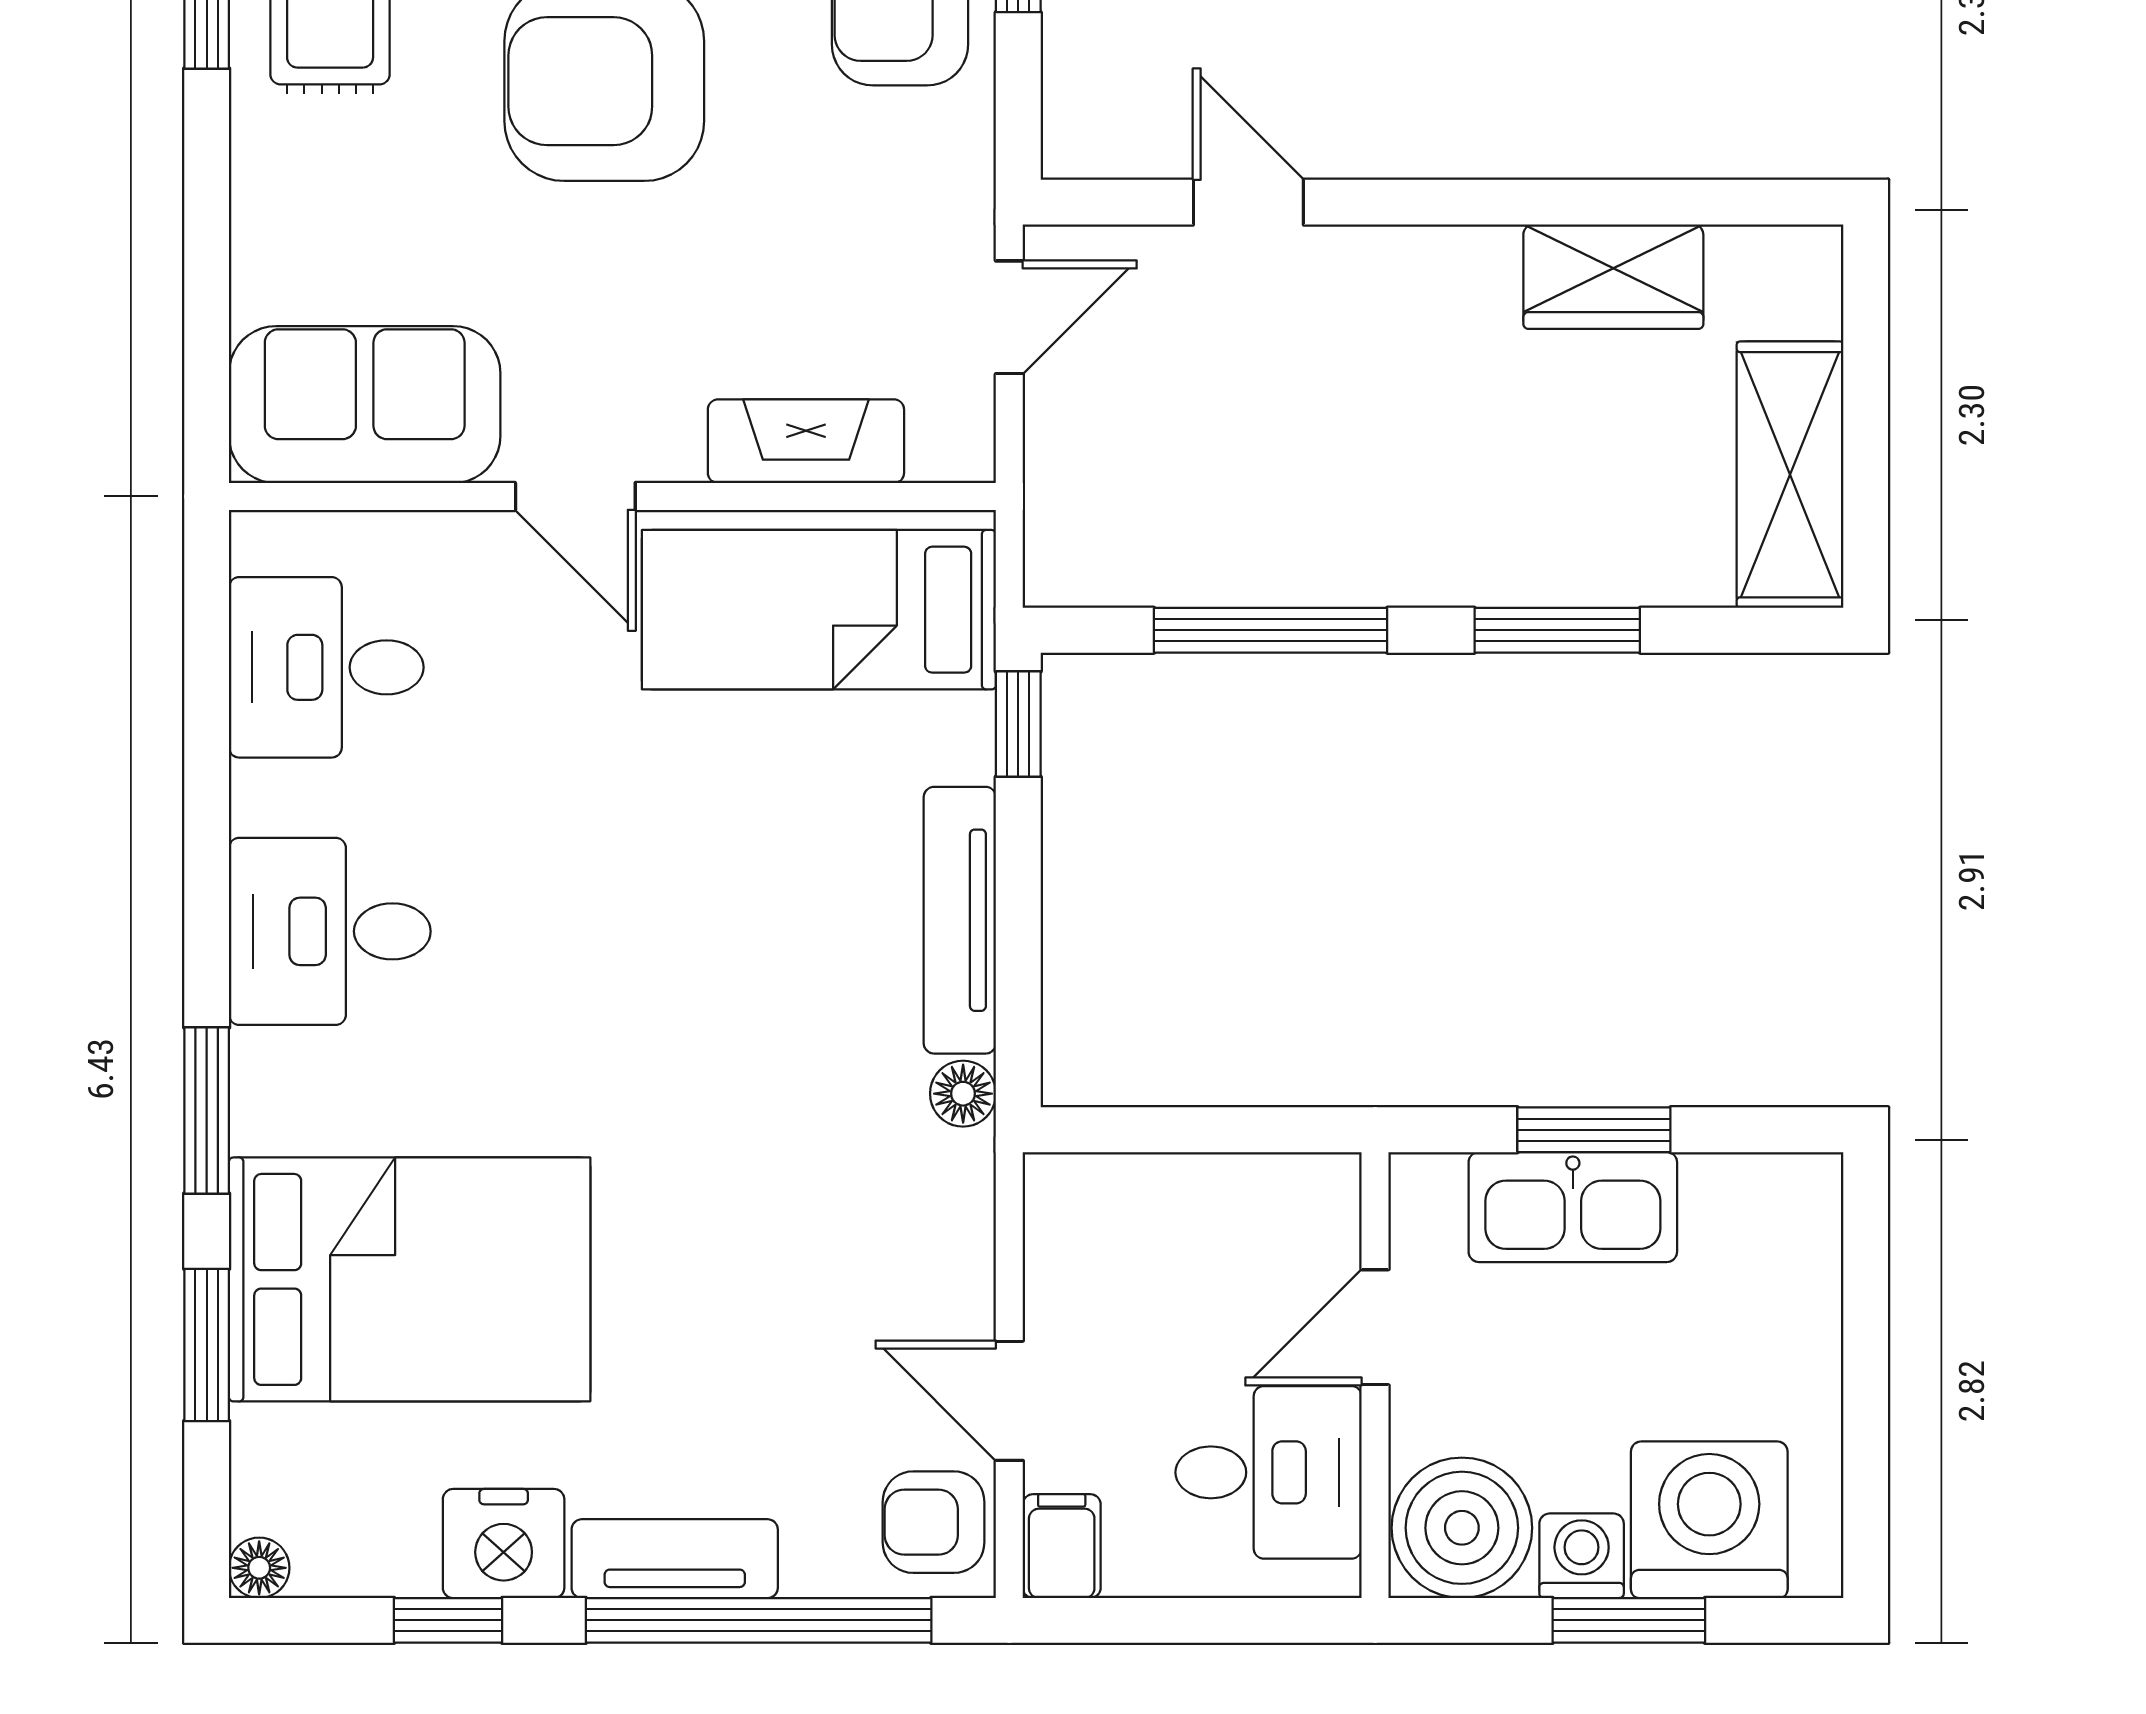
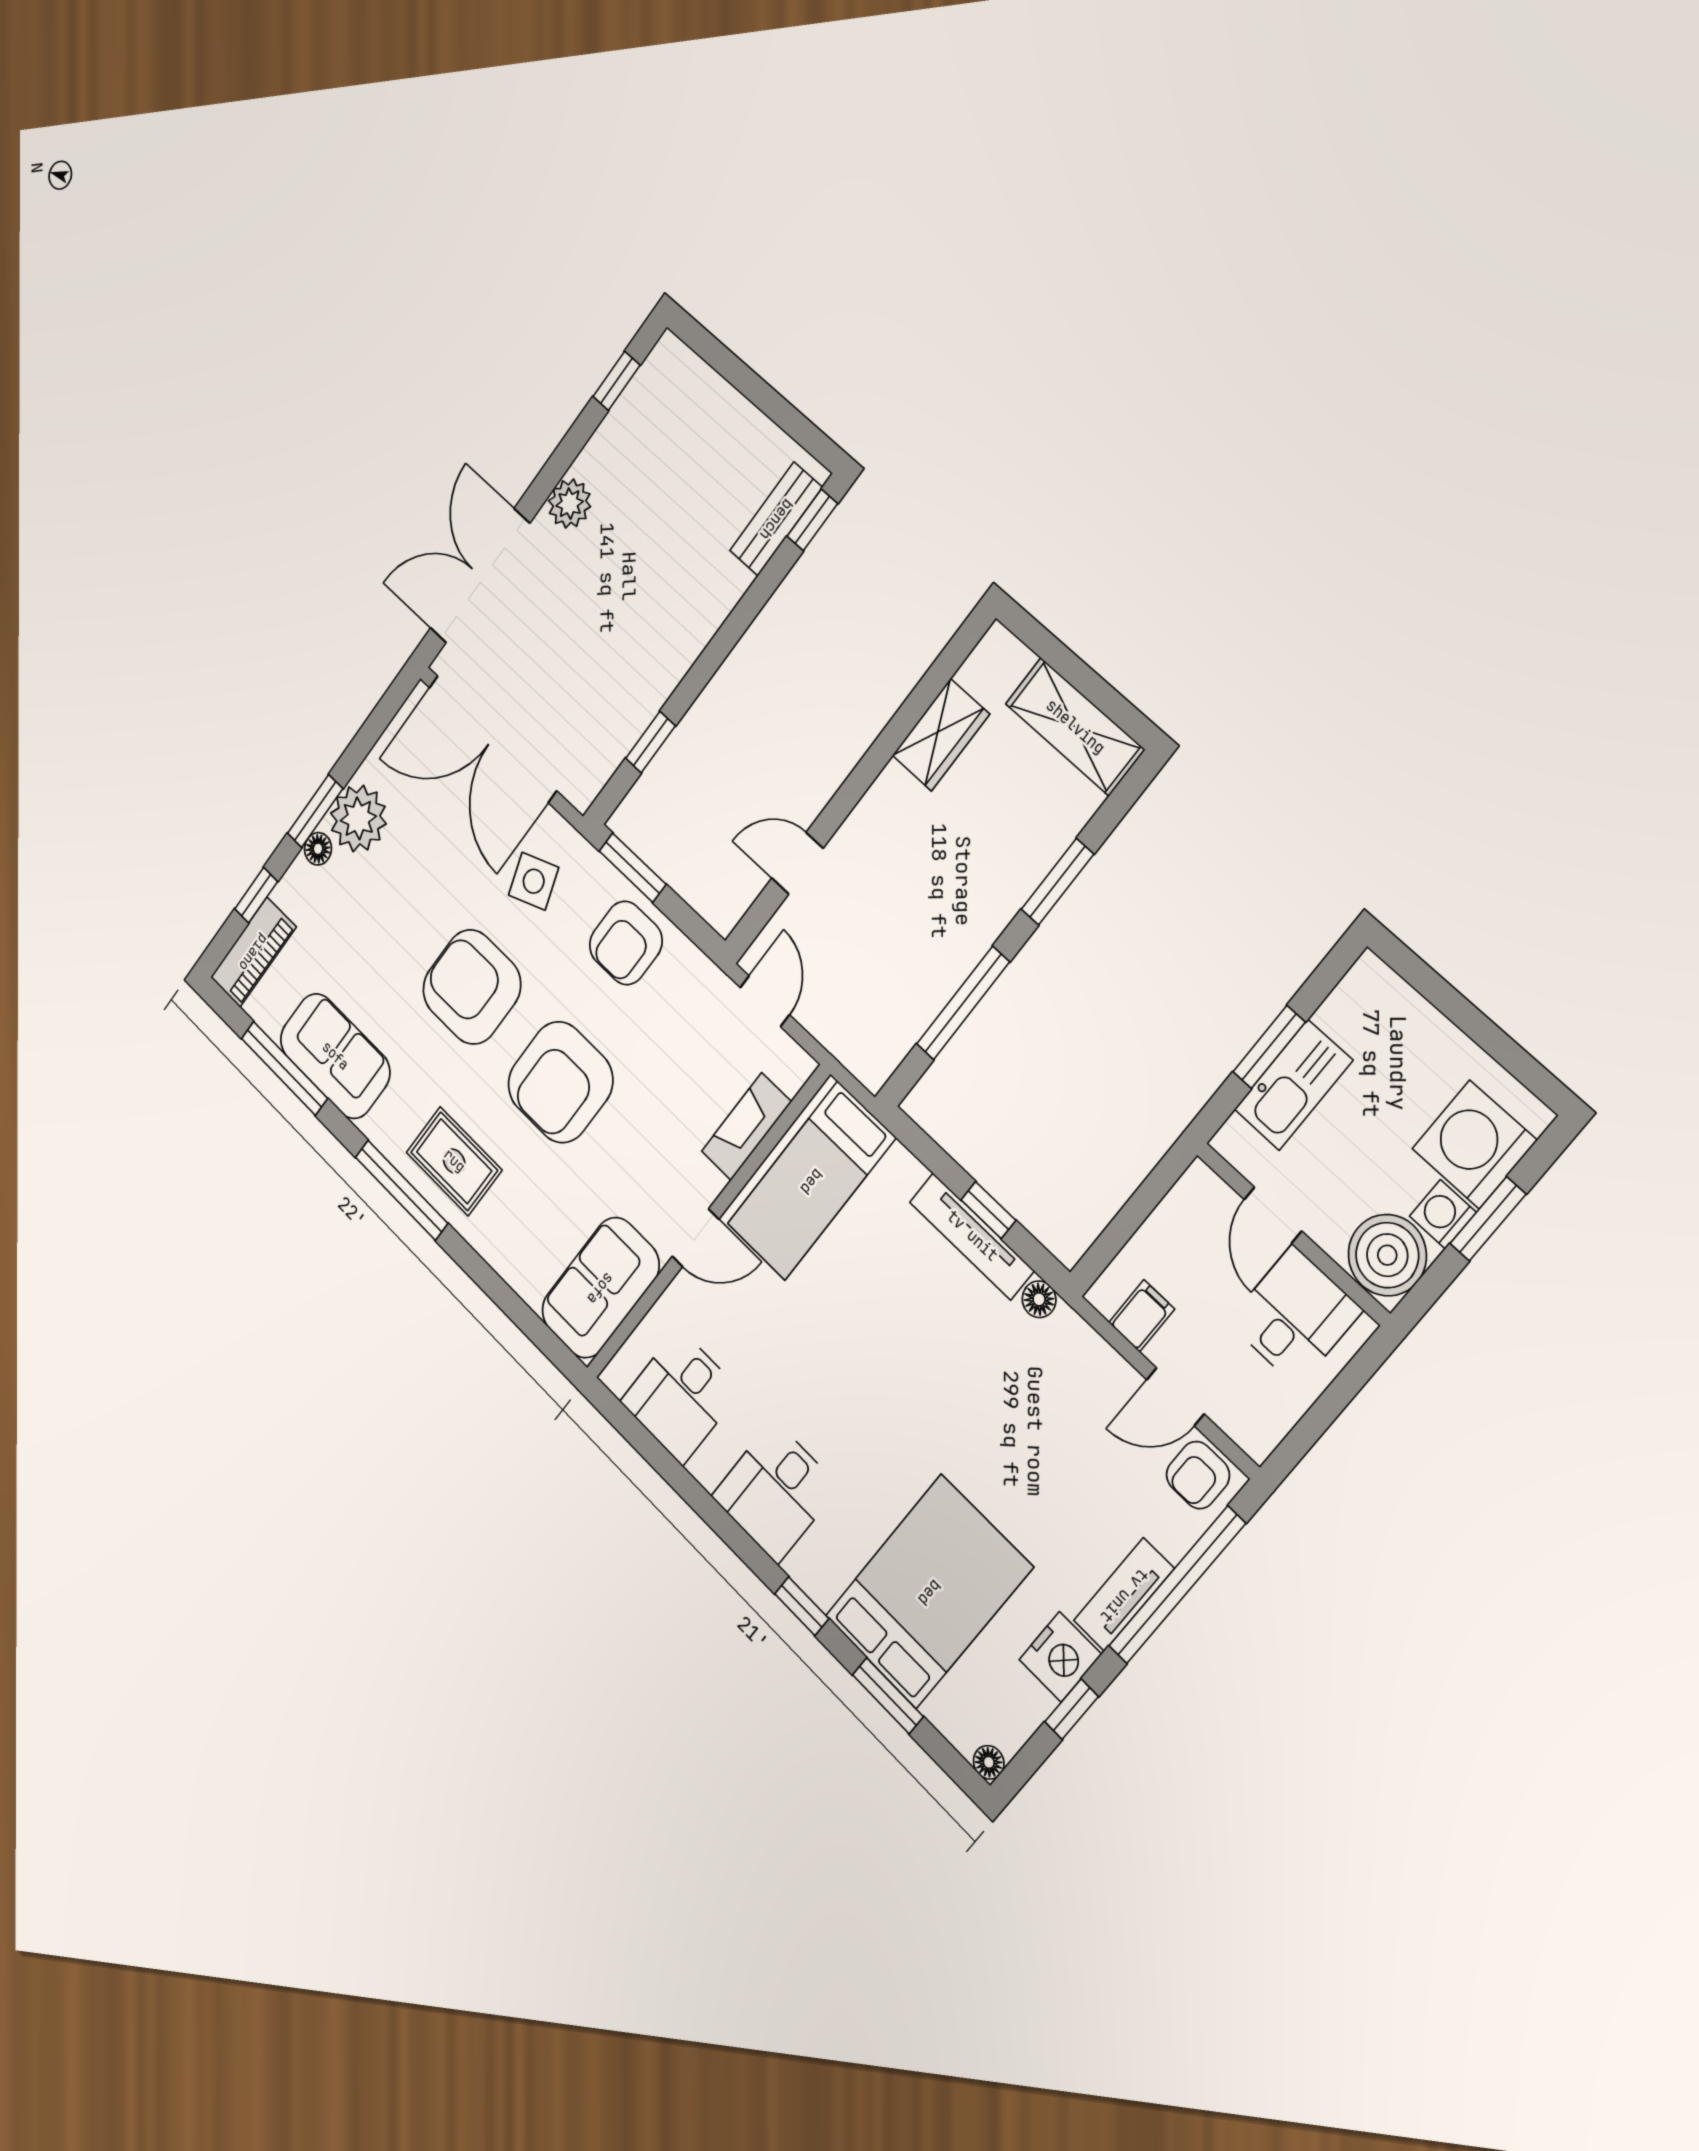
window: (1018, 724) -> (988, 1210), moved
window: (207, 1111) -> (802, 1606), width x0.67
filing cabinet: (1062, 1546) -> (1142, 1316), moved, turned 90

